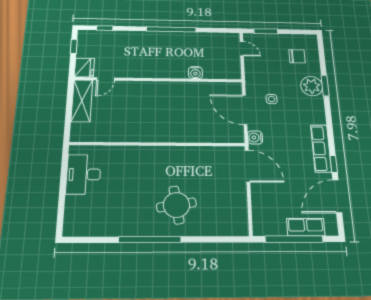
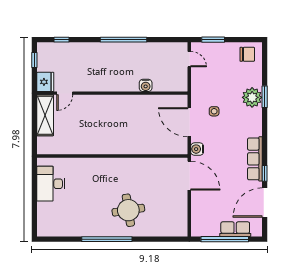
chair: (297, 56) -> (247, 54), moved

